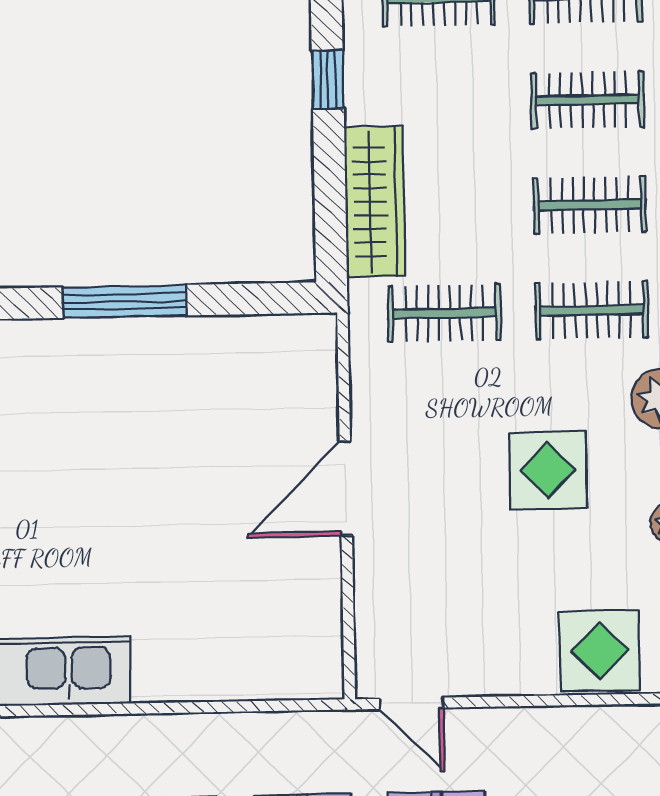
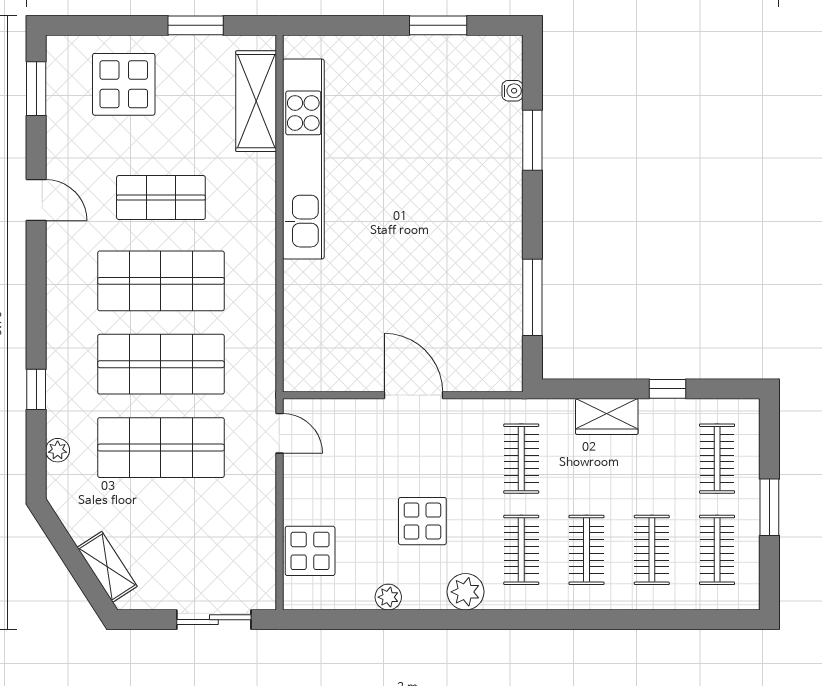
wardrobe: (374, 202) -> (607, 416), width x0.67
window: (125, 301) -> (532, 297), moved
door: (411, 703) -> (279, 433), swing flipped

